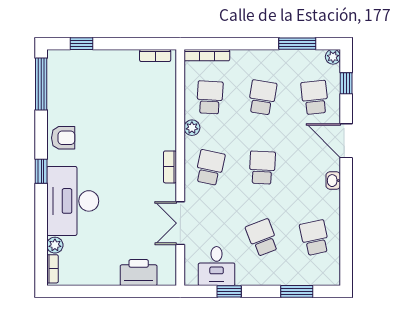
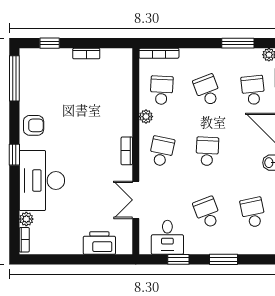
bookcase: (155, 55) -> (86, 54), moved
school desk: (262, 97) -> (207, 90), turned -30
window: (297, 291) -> (224, 259), moved

